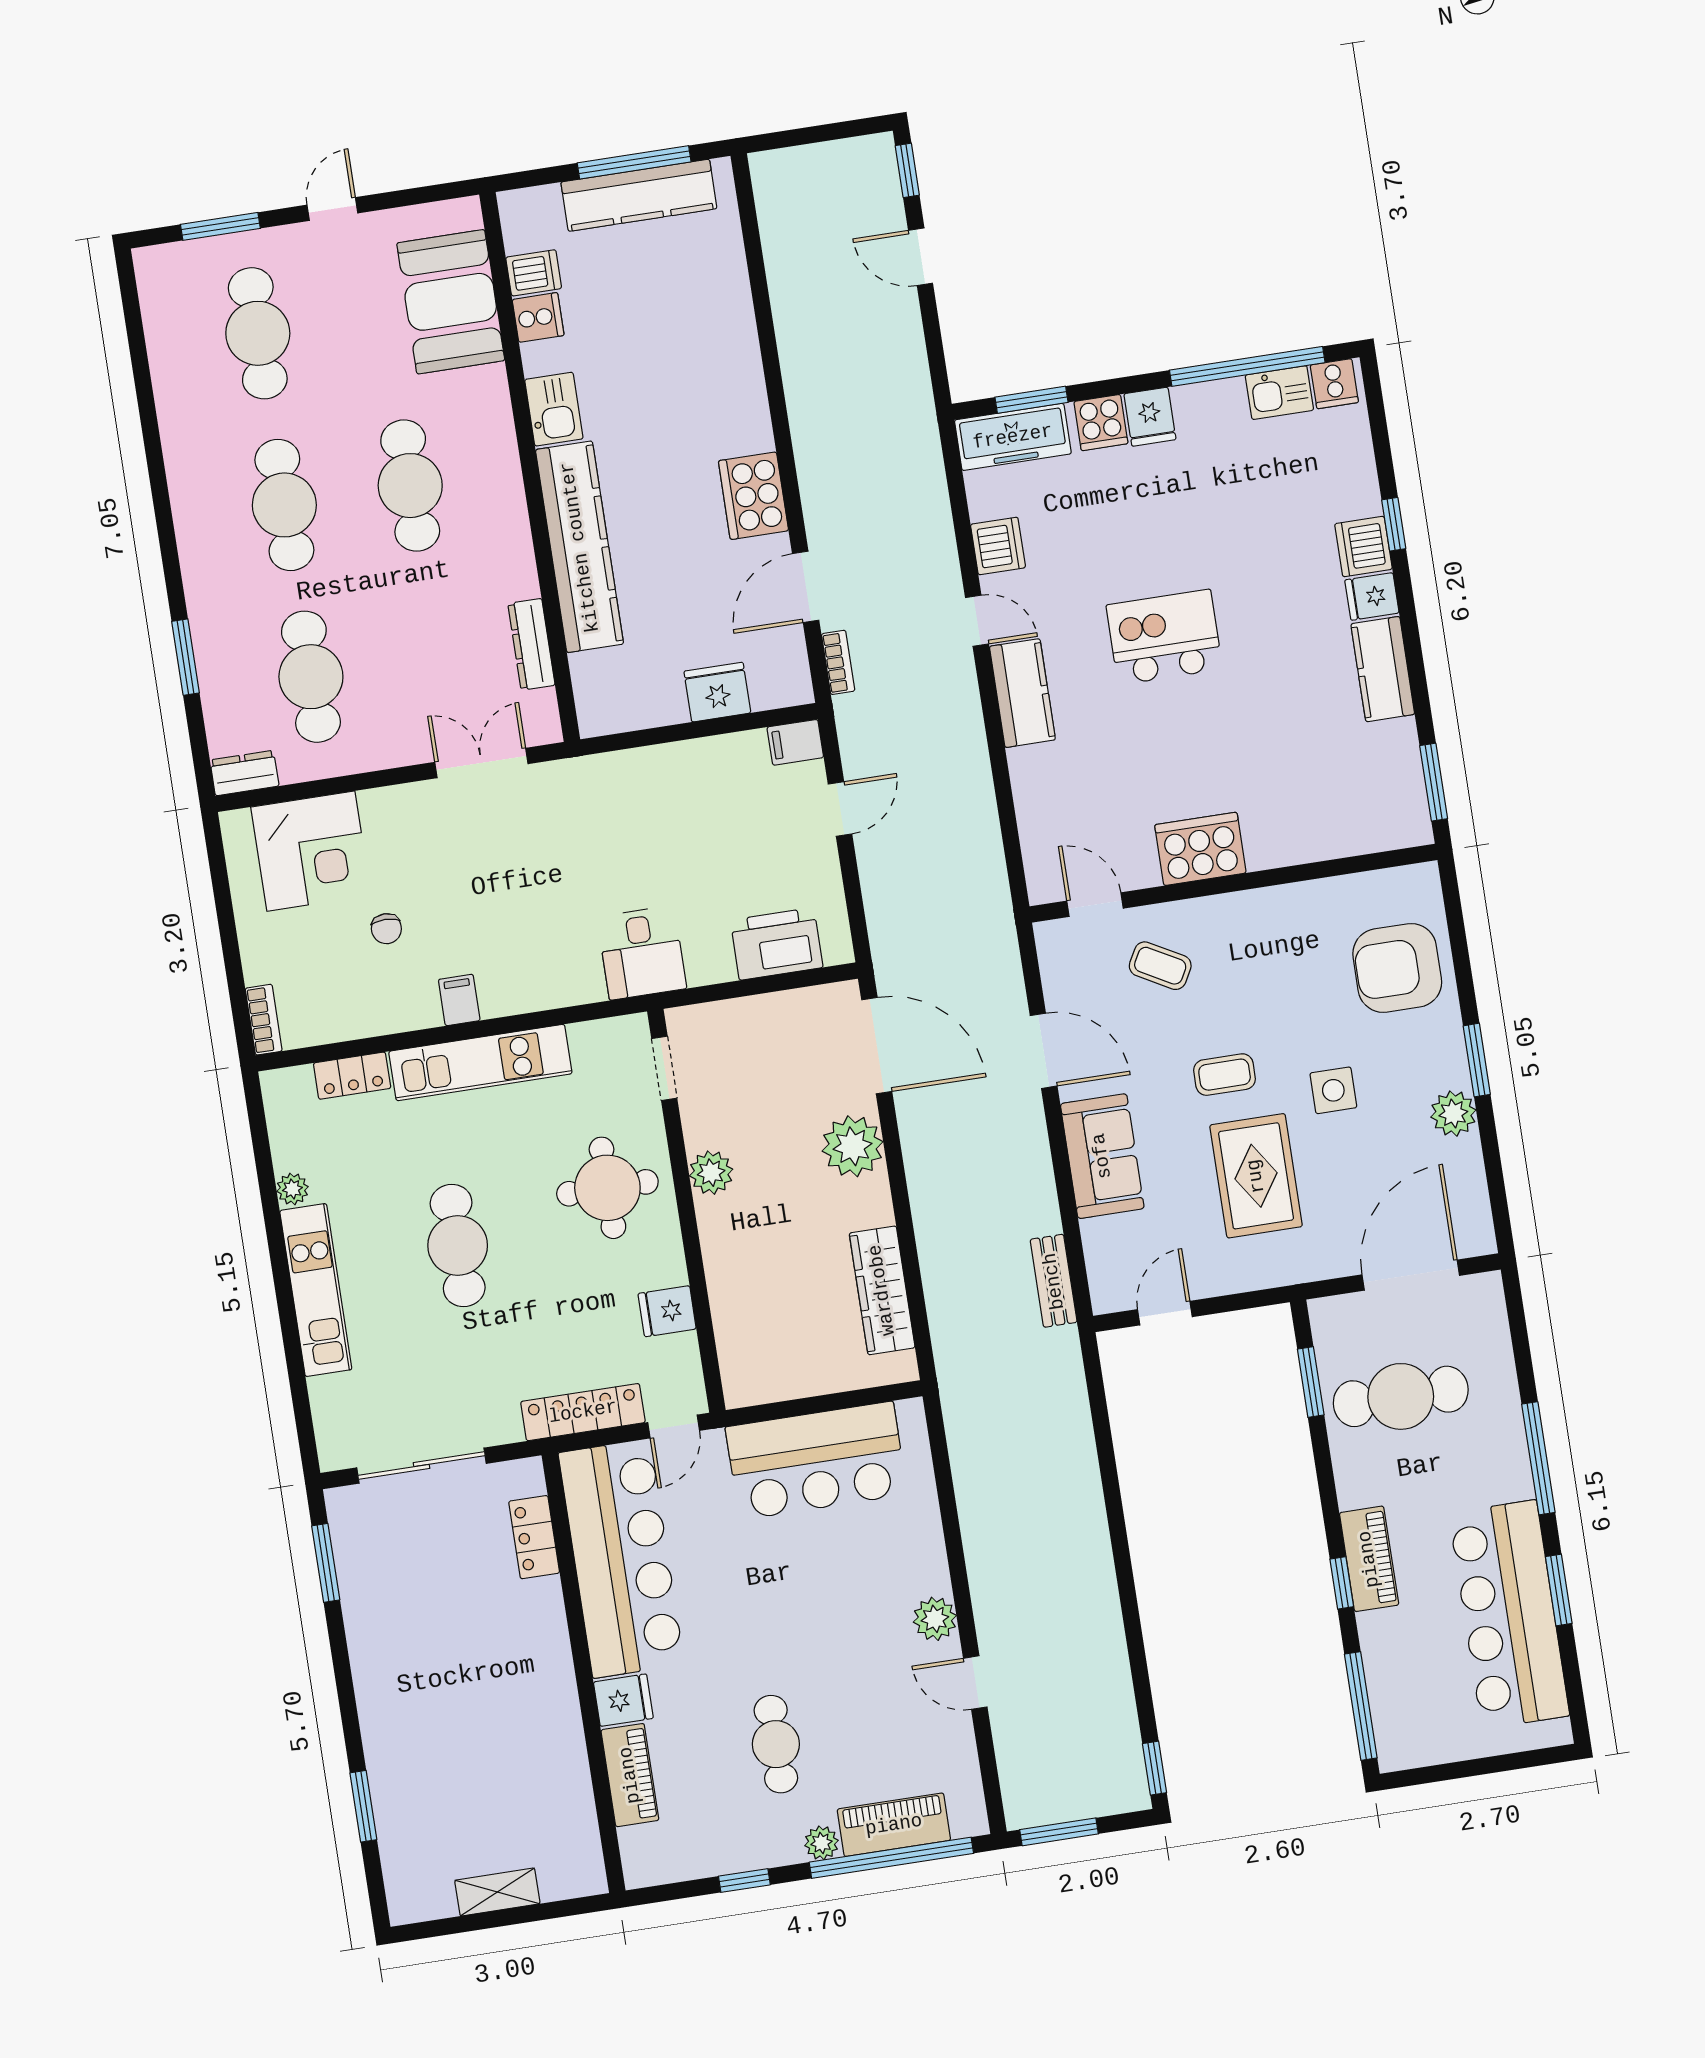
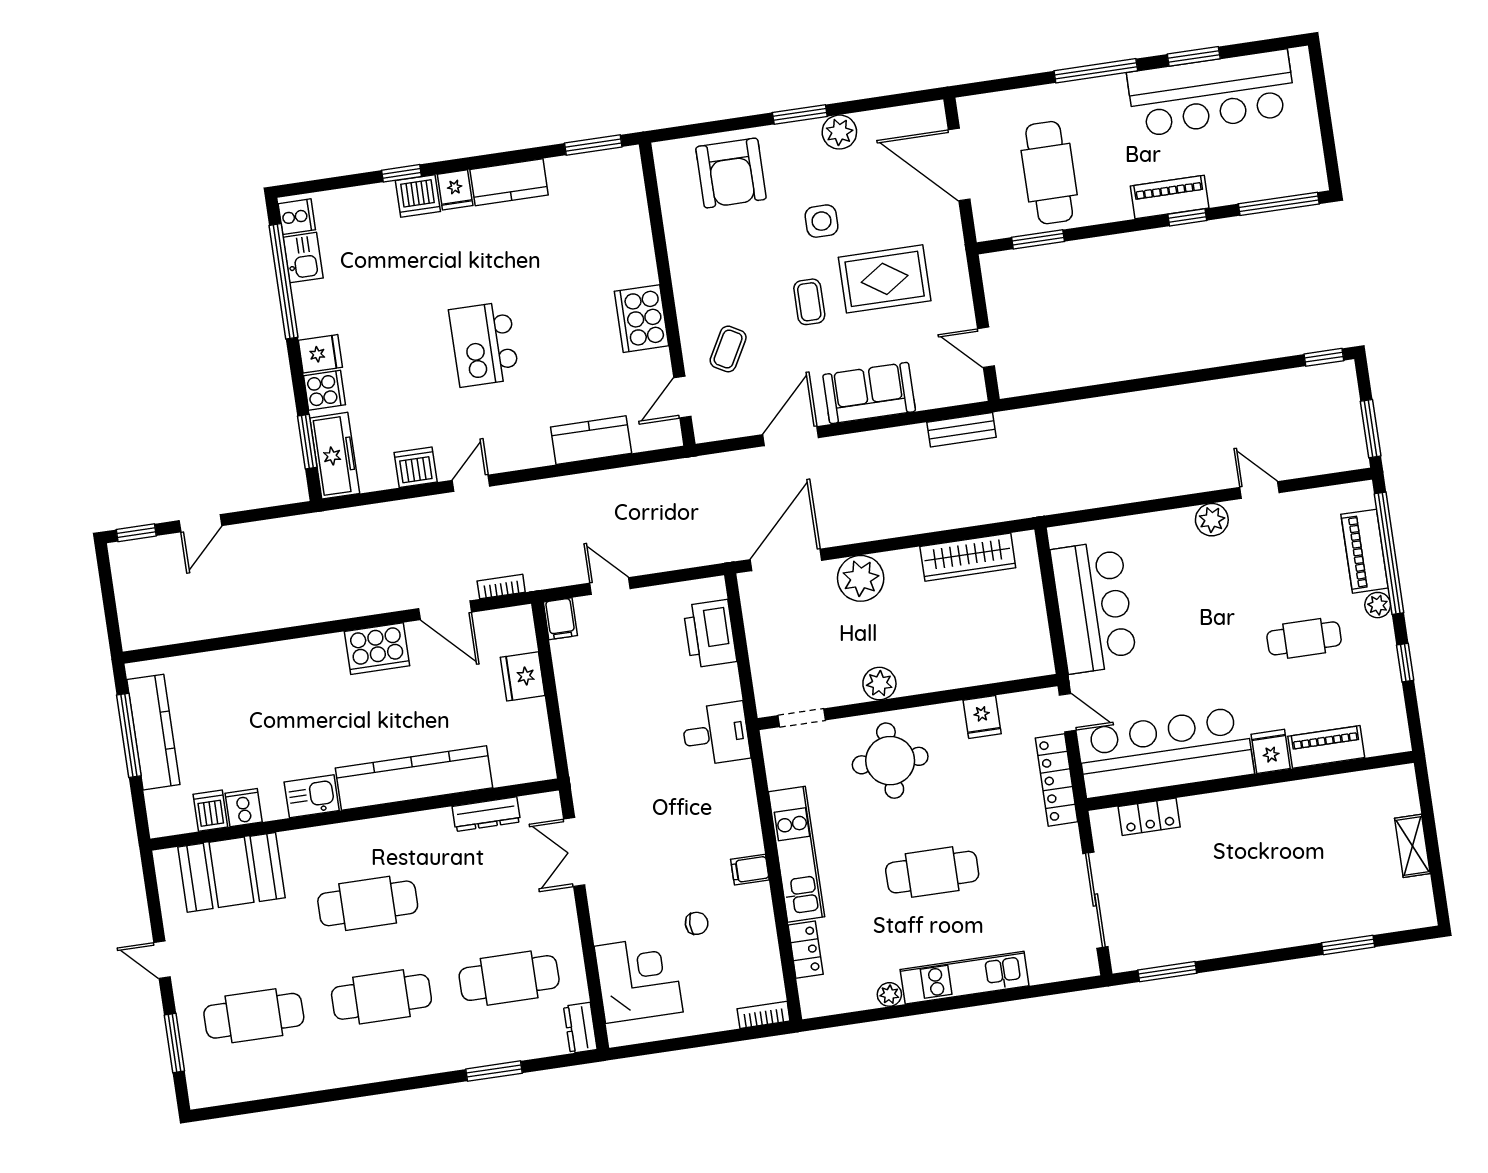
kitchen counter: (1022, 693) -> (591, 440), moved
door: (975, 1683) -> (1259, 490), swing flipped

